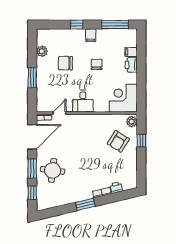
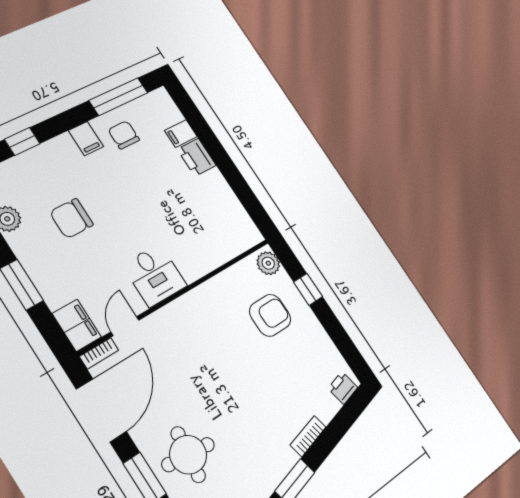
window: (77, 25) -> (22, 141), moved
chair: (97, 64) -> (124, 135), moved
corner desk: (123, 98) -> (224, 227), removed
filing cabinet: (42, 103) -> (77, 325), added
armchair: (118, 141) -> (270, 315), turned -122
printer: (116, 188) -> (343, 388), moved

